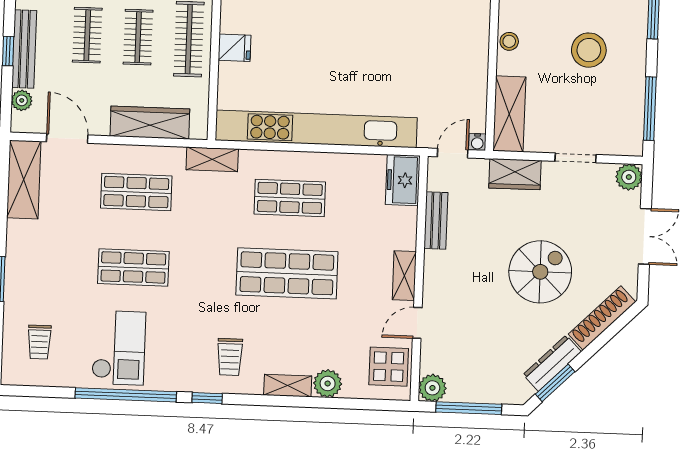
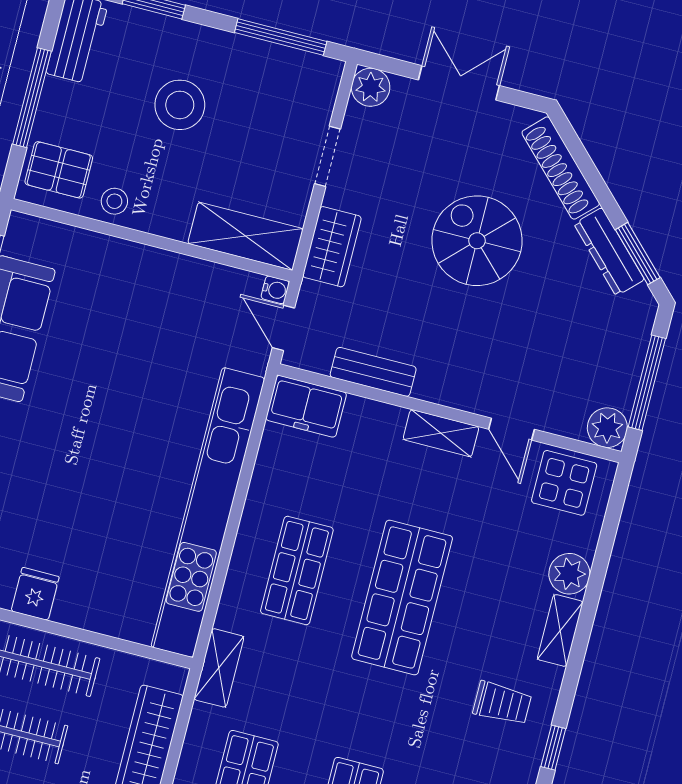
stool: (509, 41) -> (114, 201), moved
fridge: (235, 48) -> (35, 594), moved

